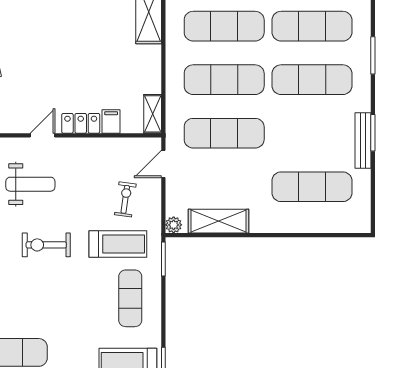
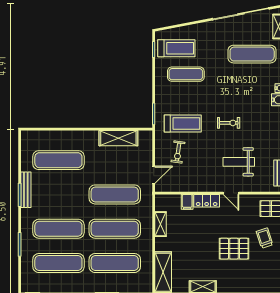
pallet: (38, 49) -> (234, 249), added
shelving: (153, 114) -> (161, 224), moved
door: (43, 135) -> (231, 193), hinge flipped
plant: (174, 225) -> (147, 136), removed
treadmill: (118, 244) -> (183, 124), turned 180
exercise bike: (46, 245) -> (229, 123), width x0.73, depth x0.72
exercise mat: (130, 298) -> (186, 74), moved, turned 90

